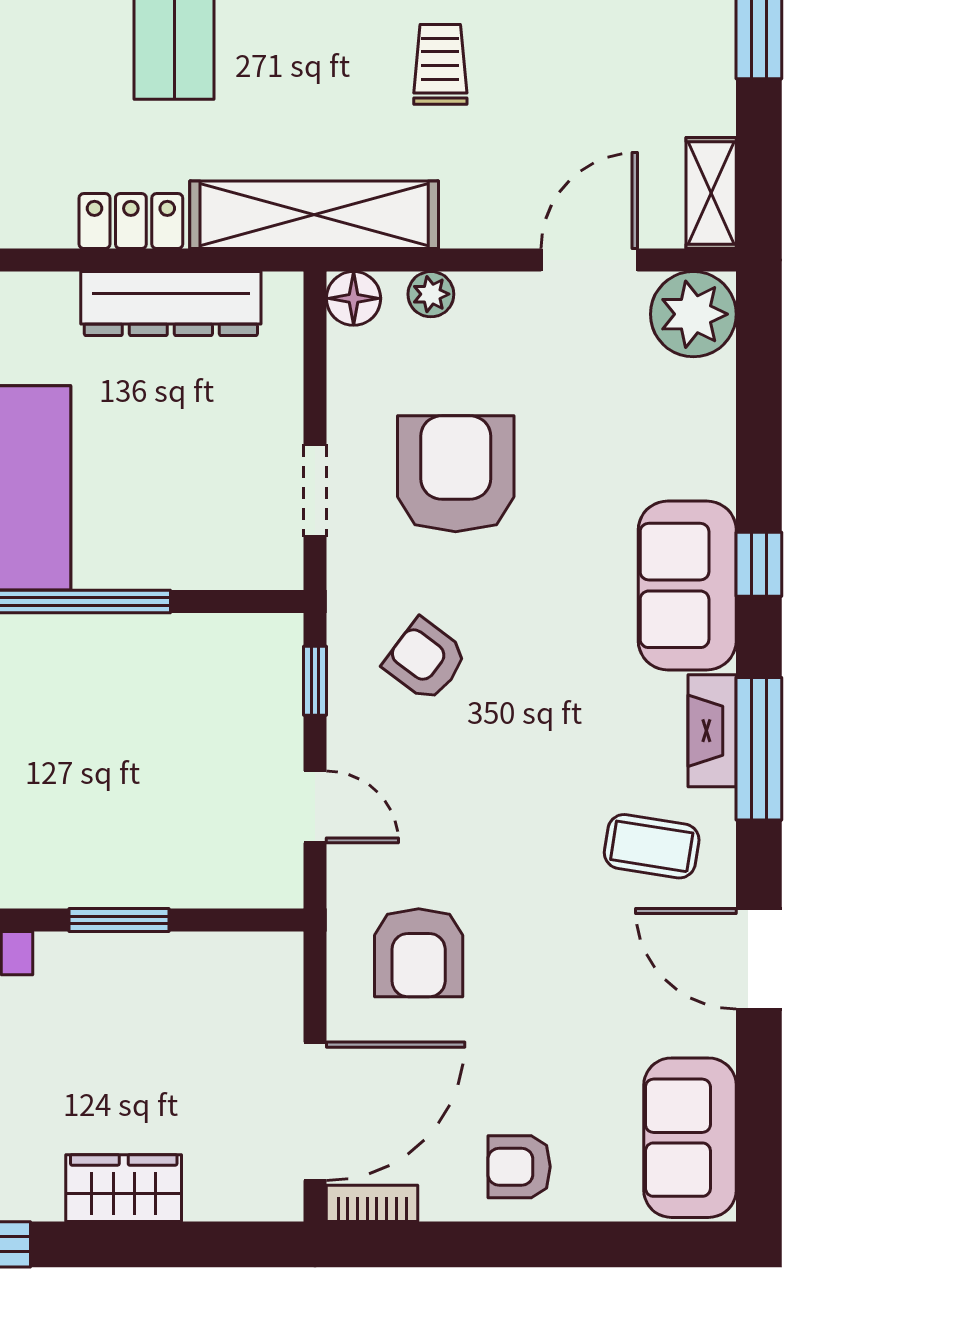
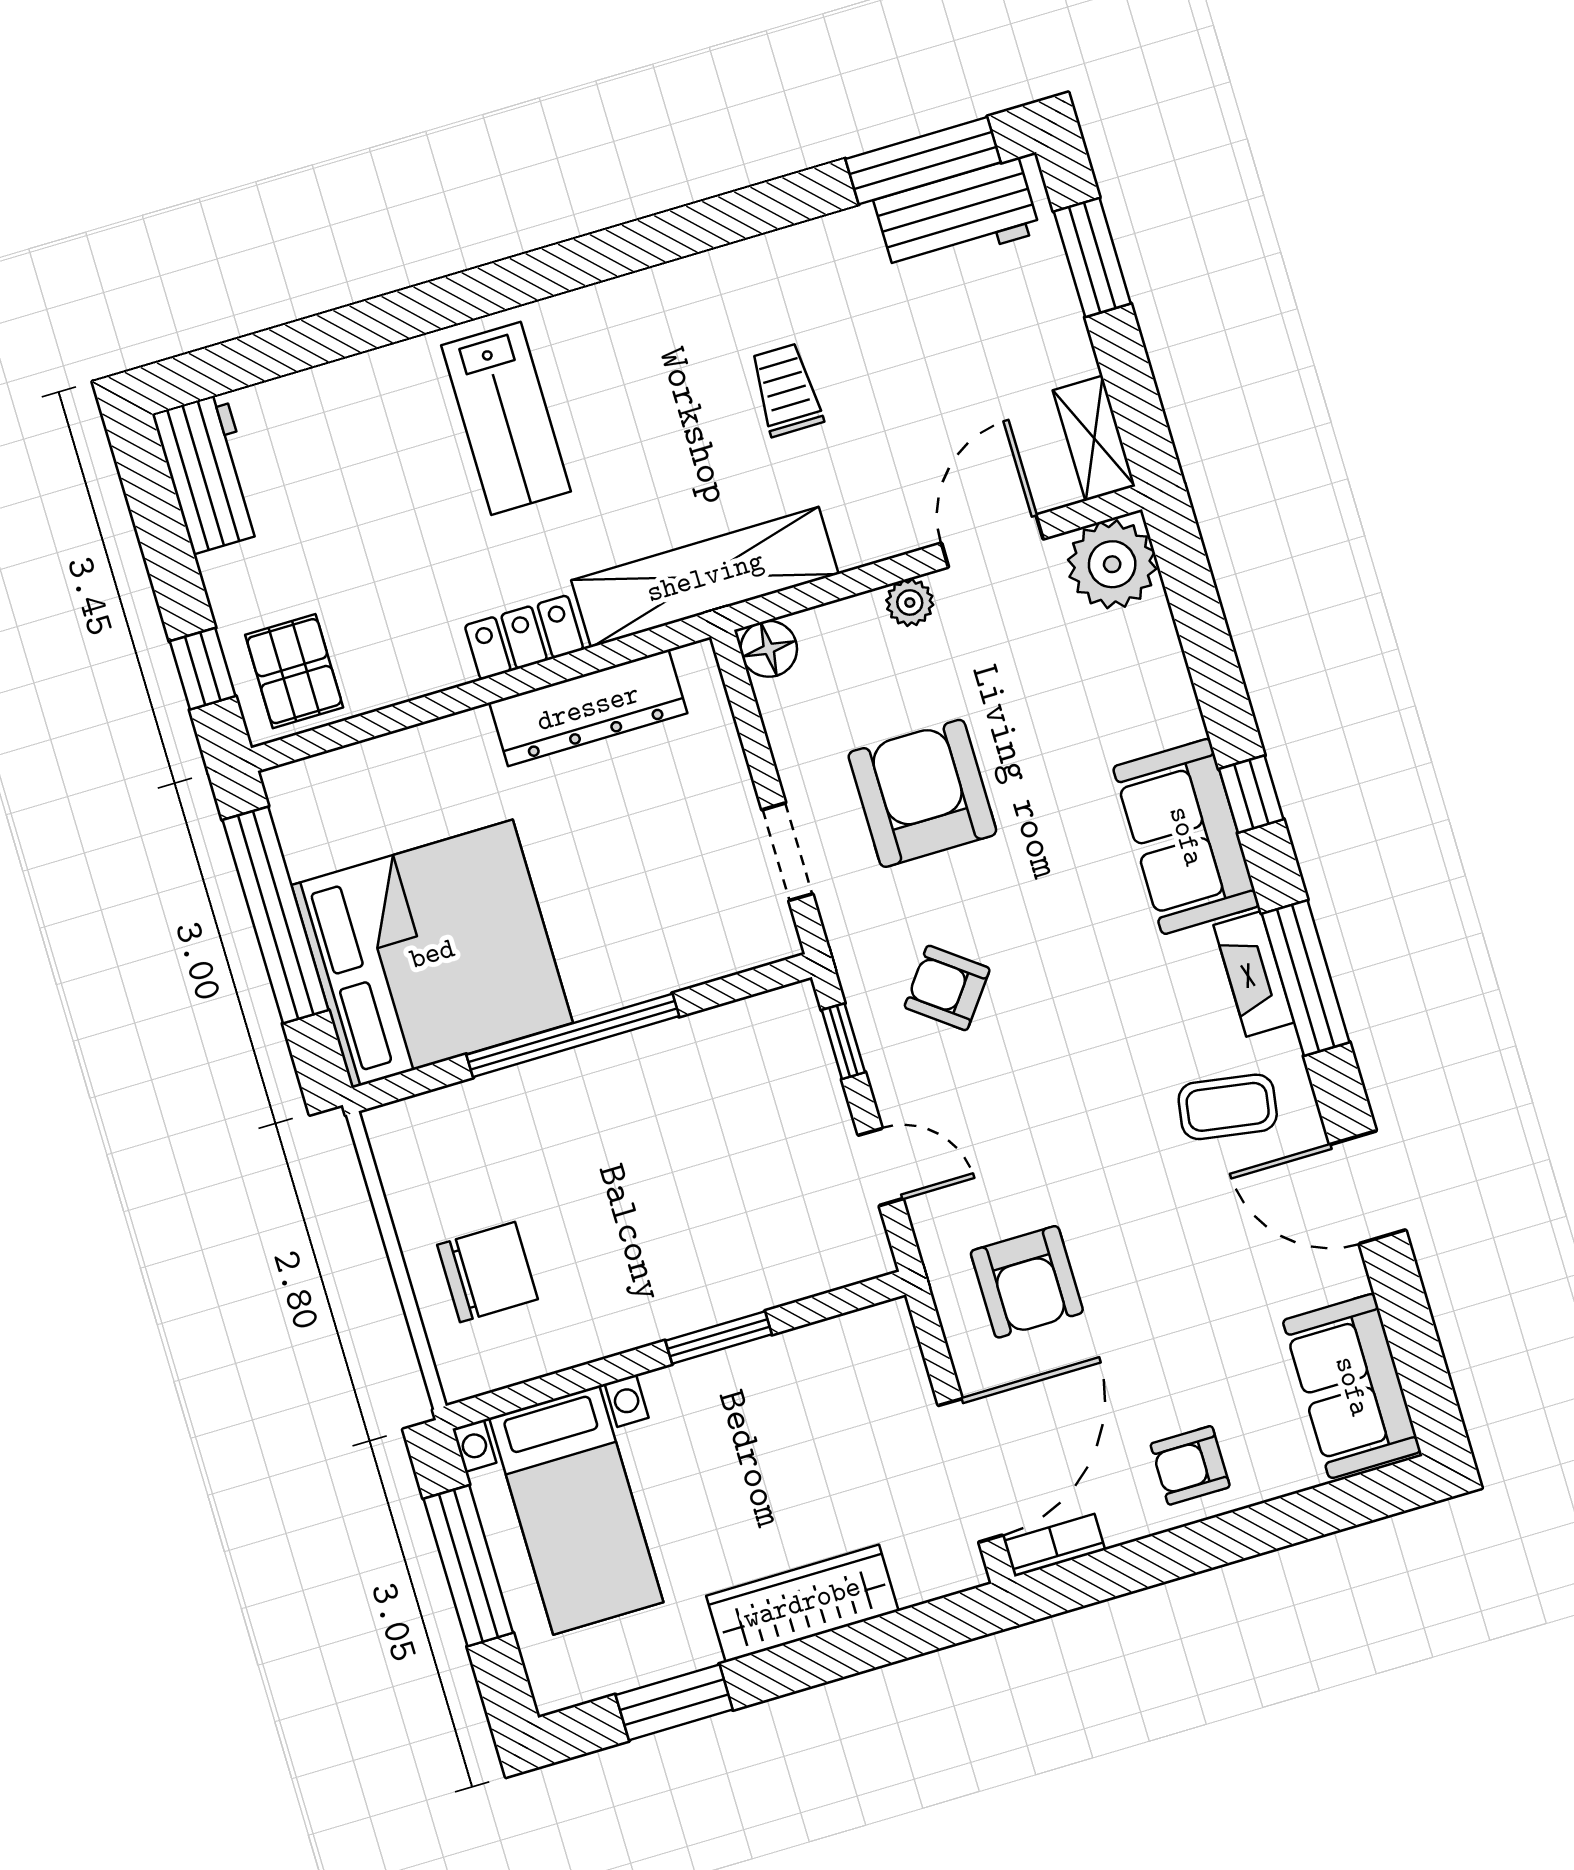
plant: (431, 294) -> (910, 603), moved
wardrobe: (124, 1188) -> (802, 1603), width x1.50

